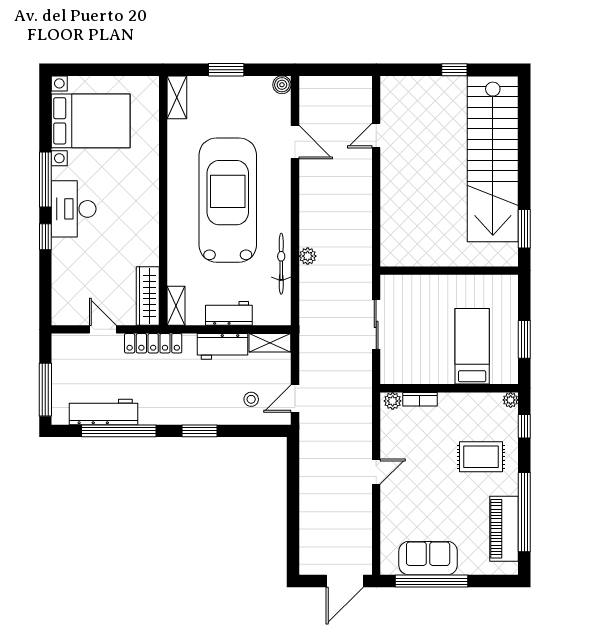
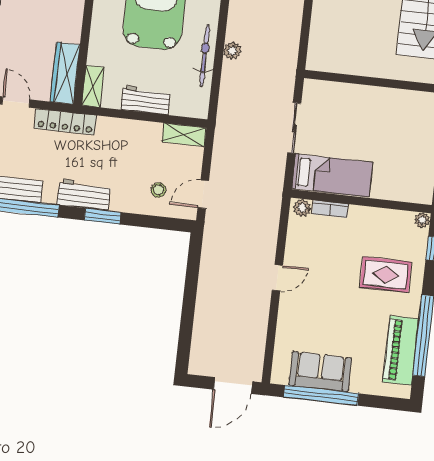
workbench: (222, 346) -> (84, 195), moved, turned 180
bed: (472, 346) -> (332, 175), moved, turned 90

